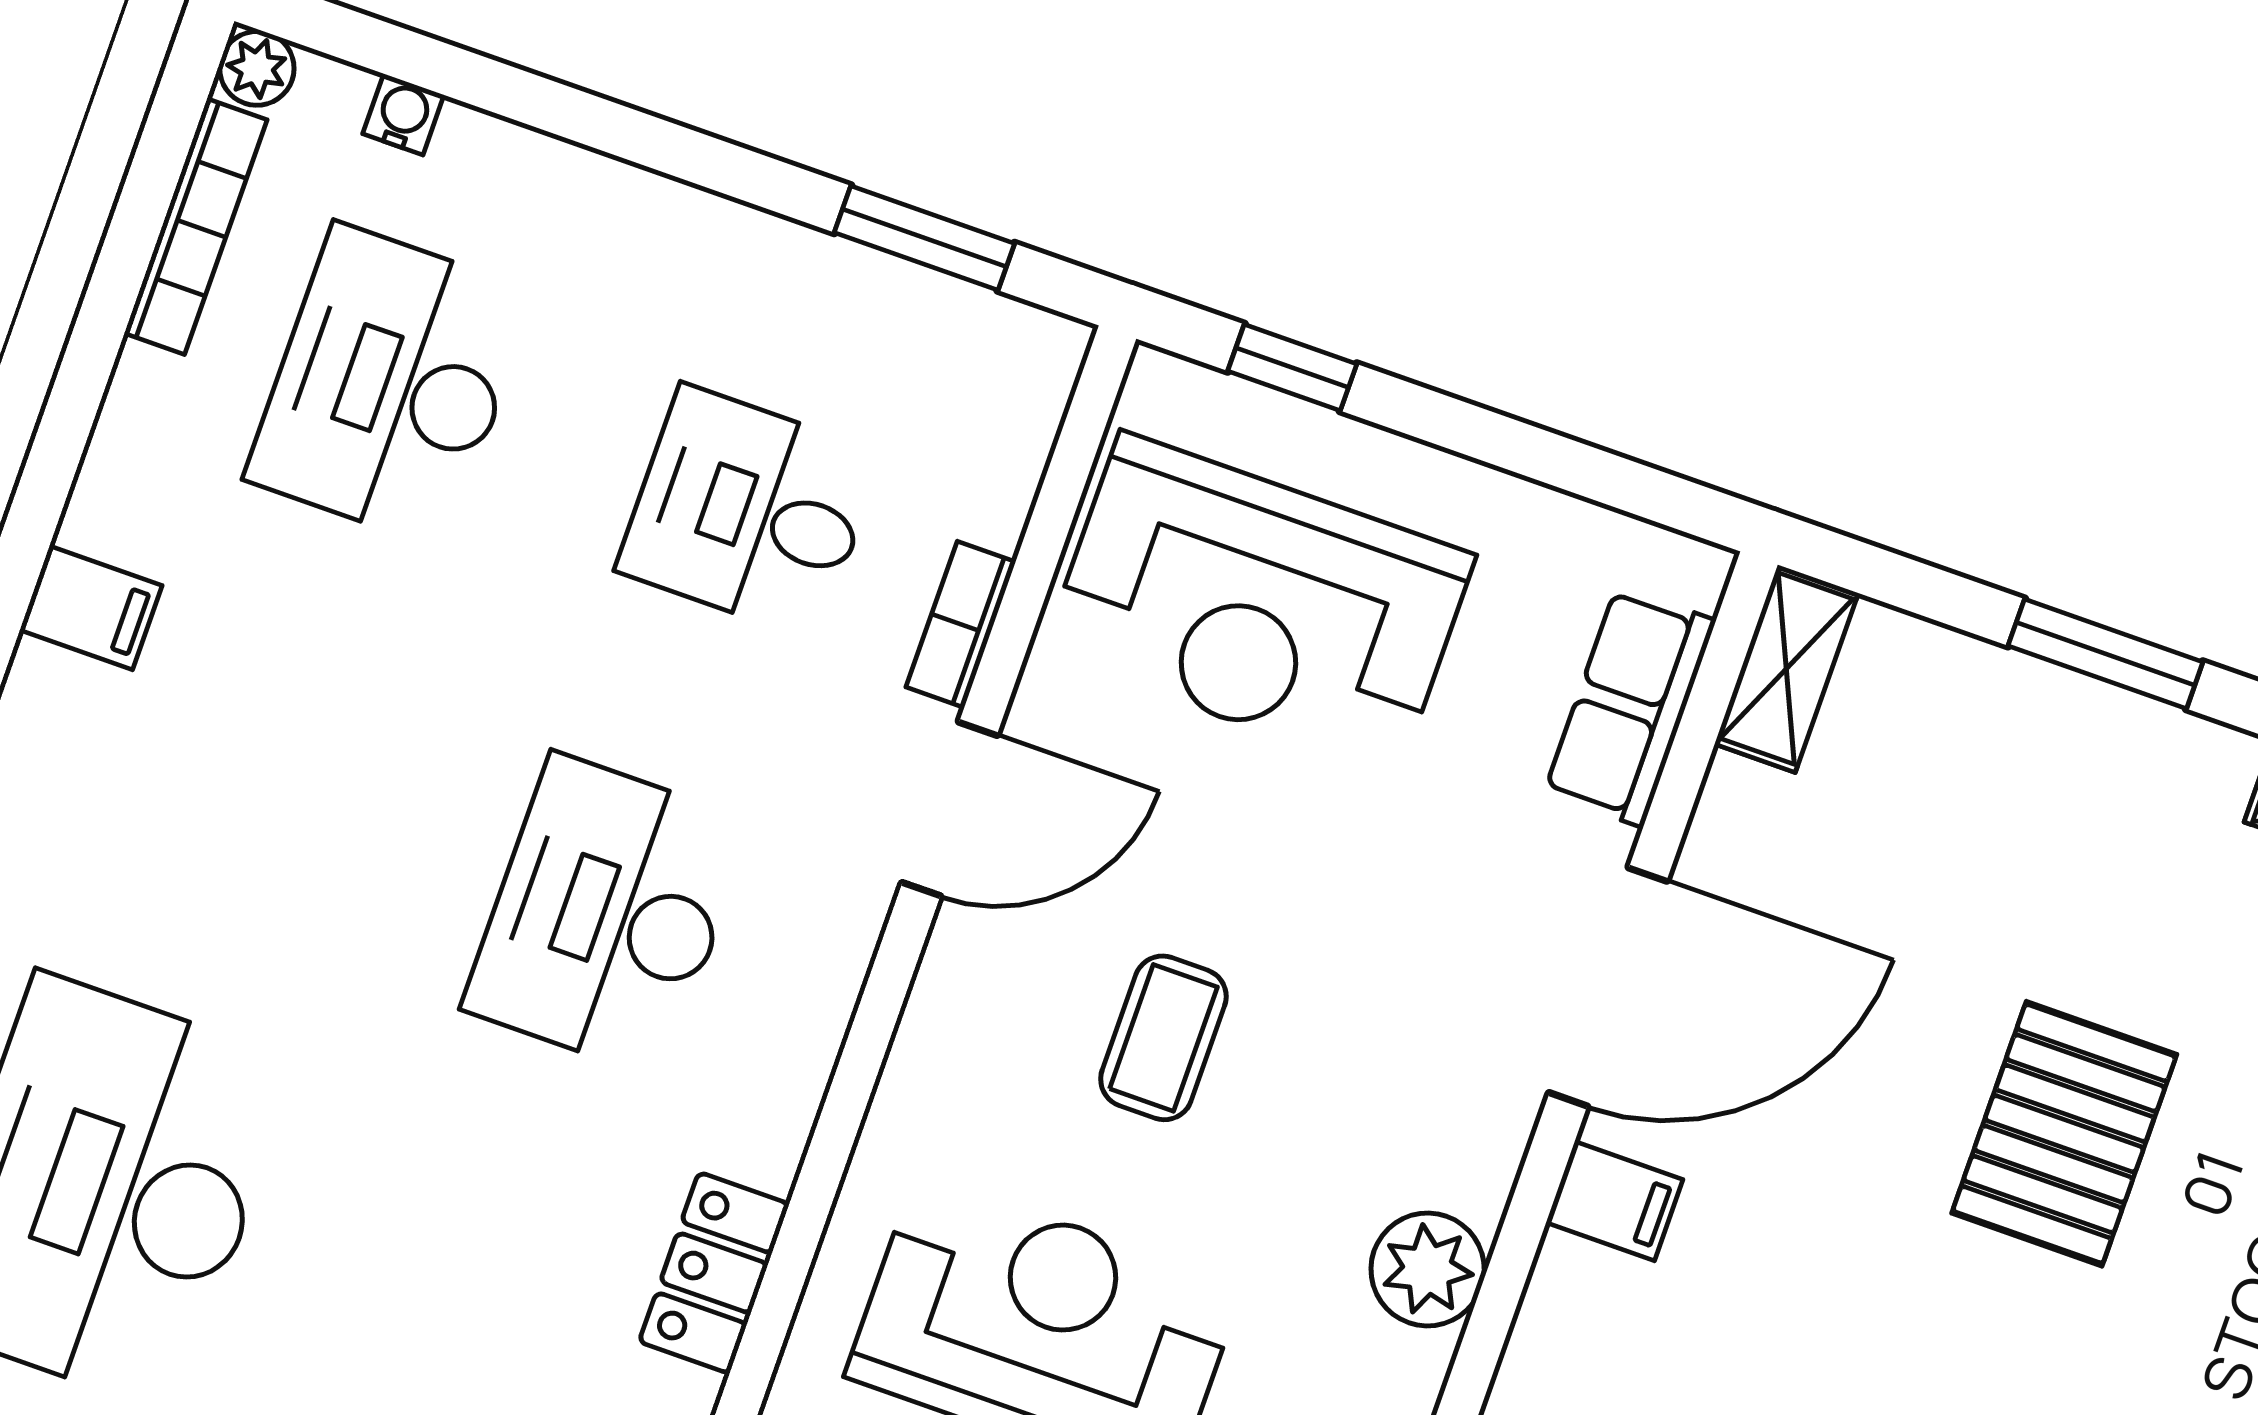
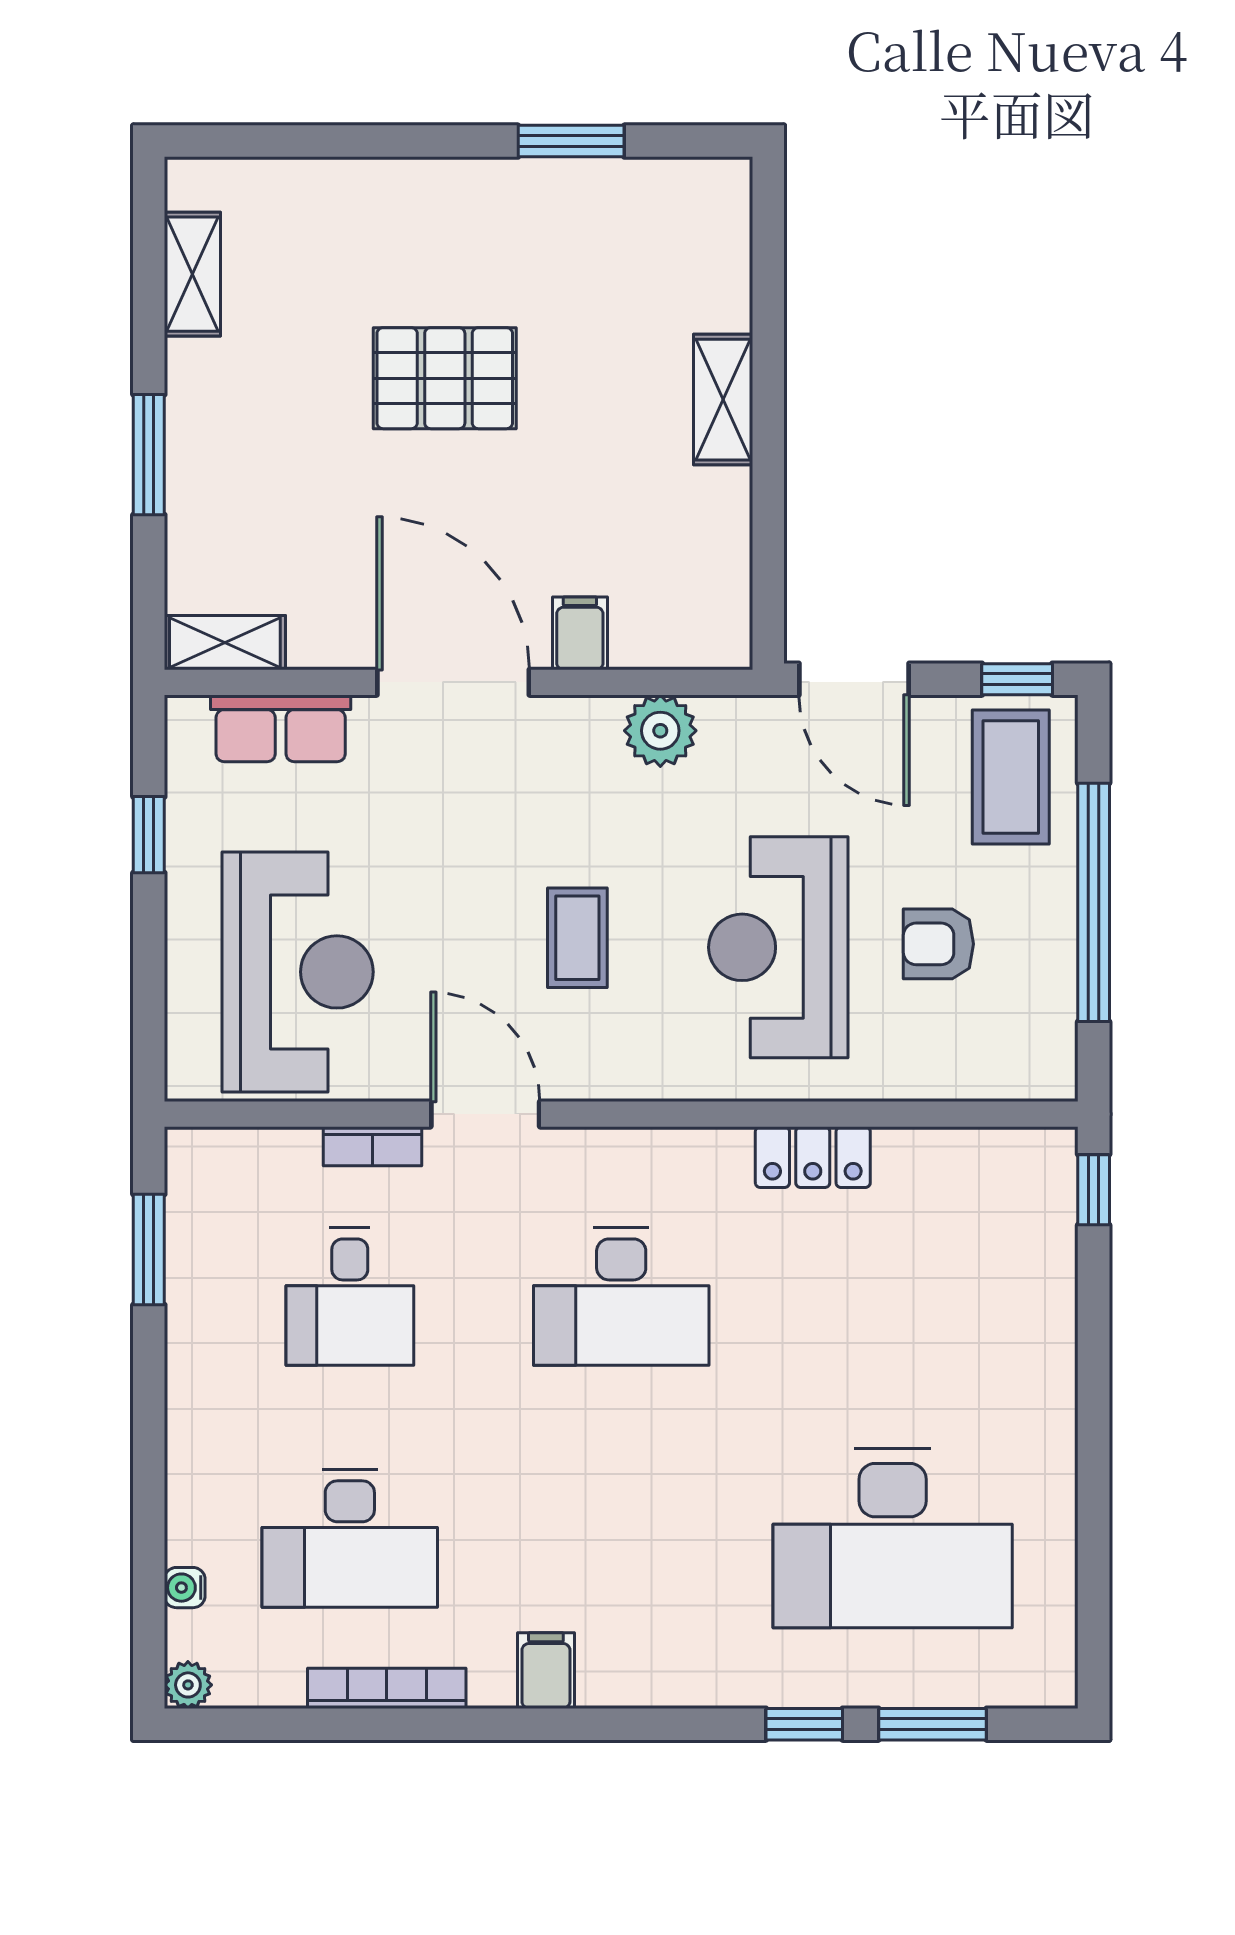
bookcase: (196, 227) -> (387, 1688), moved
window: (1292, 368) -> (149, 835), moved
coffee table: (1163, 1038) -> (577, 938), turned 90

